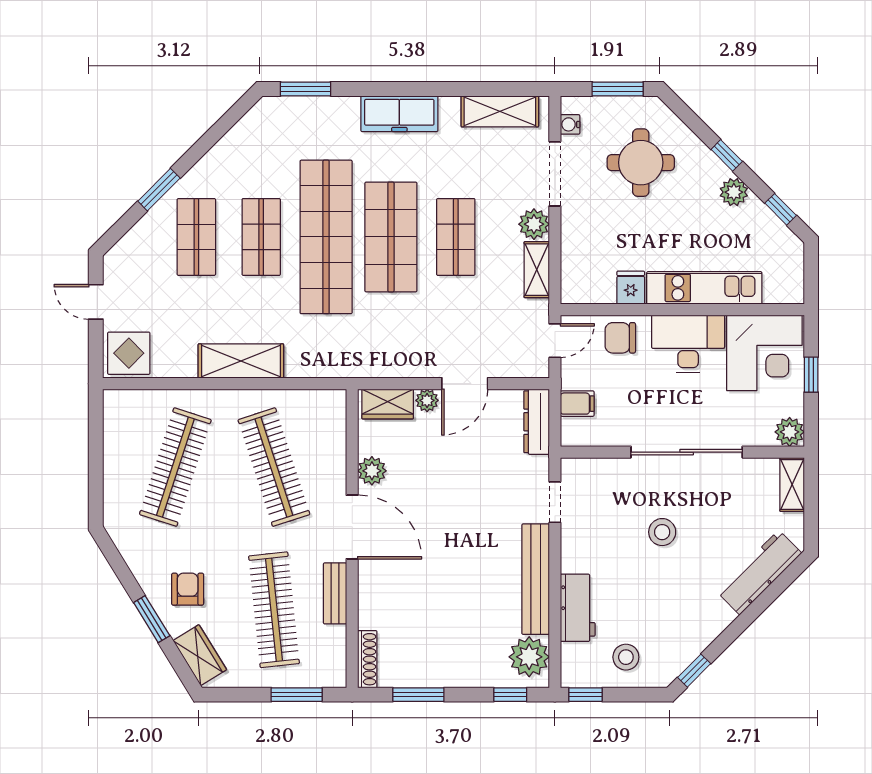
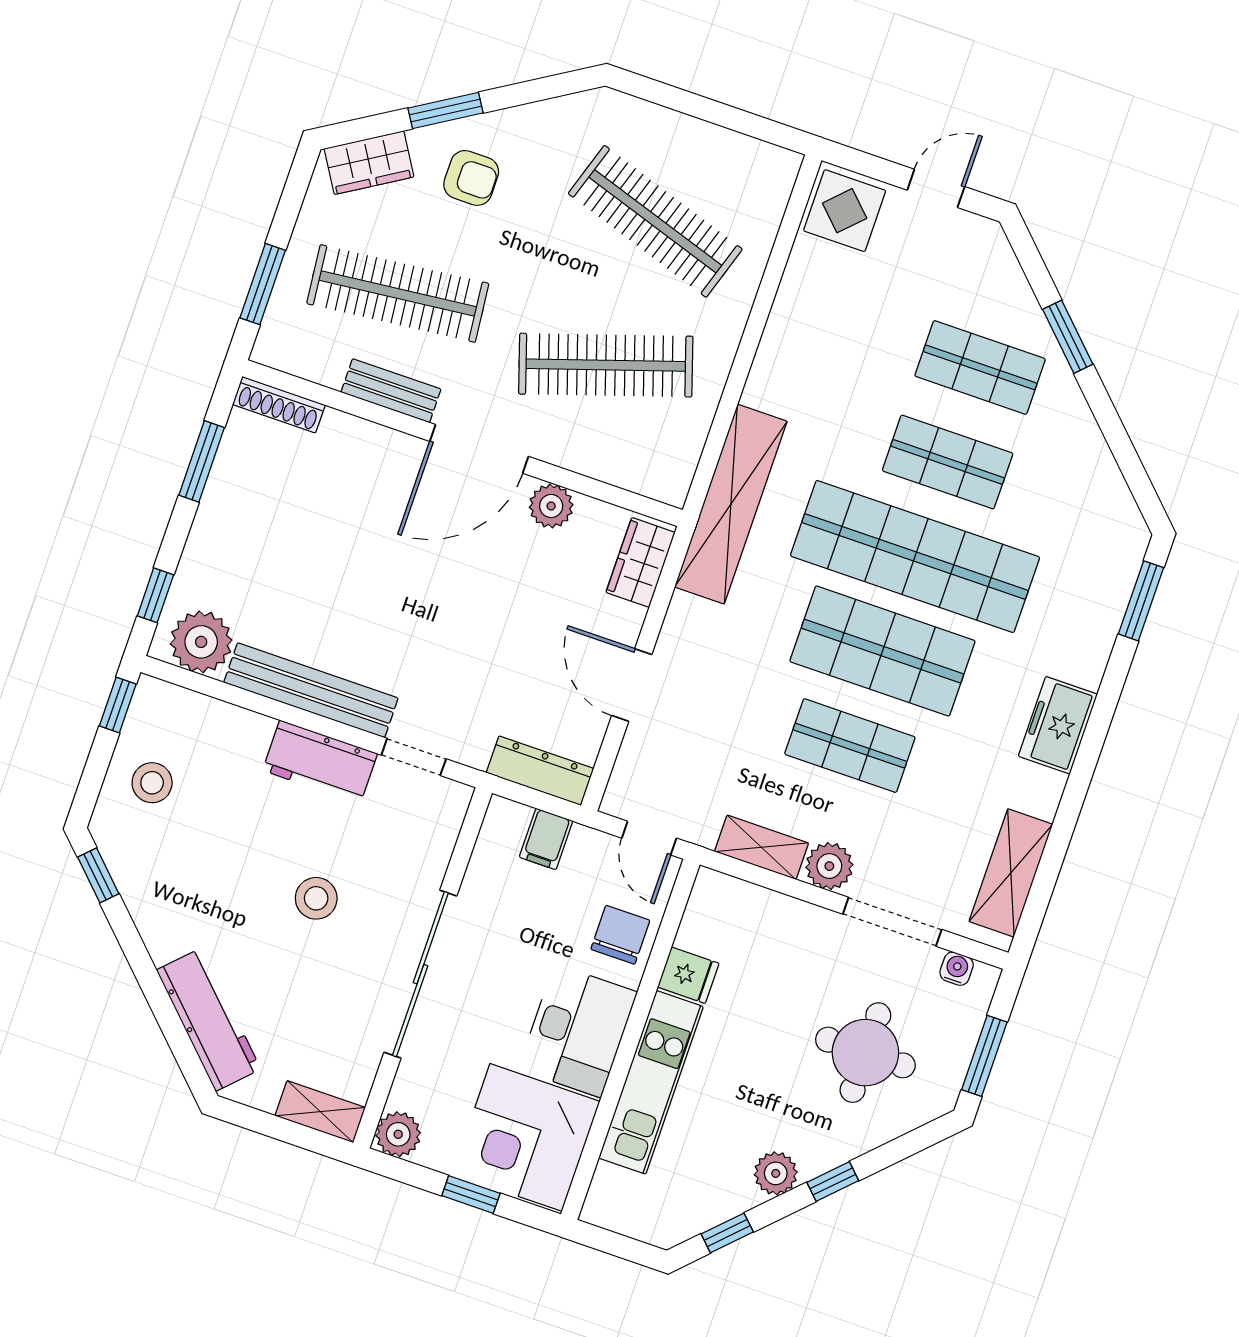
freezer: (399, 114) -> (1058, 725), width x0.71
shelving: (241, 361) -> (731, 504), moved, width x1.47
plant: (427, 400) -> (626, 622), removed
workbench: (578, 608) -> (320, 762), moved

